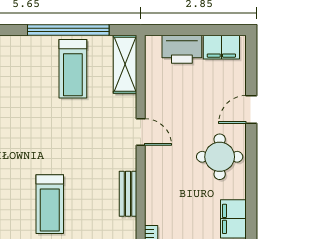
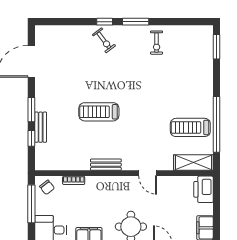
printer: (182, 49) -> (204, 189), moved
door: (141, 132) -> (148, 173), hinge flipped

